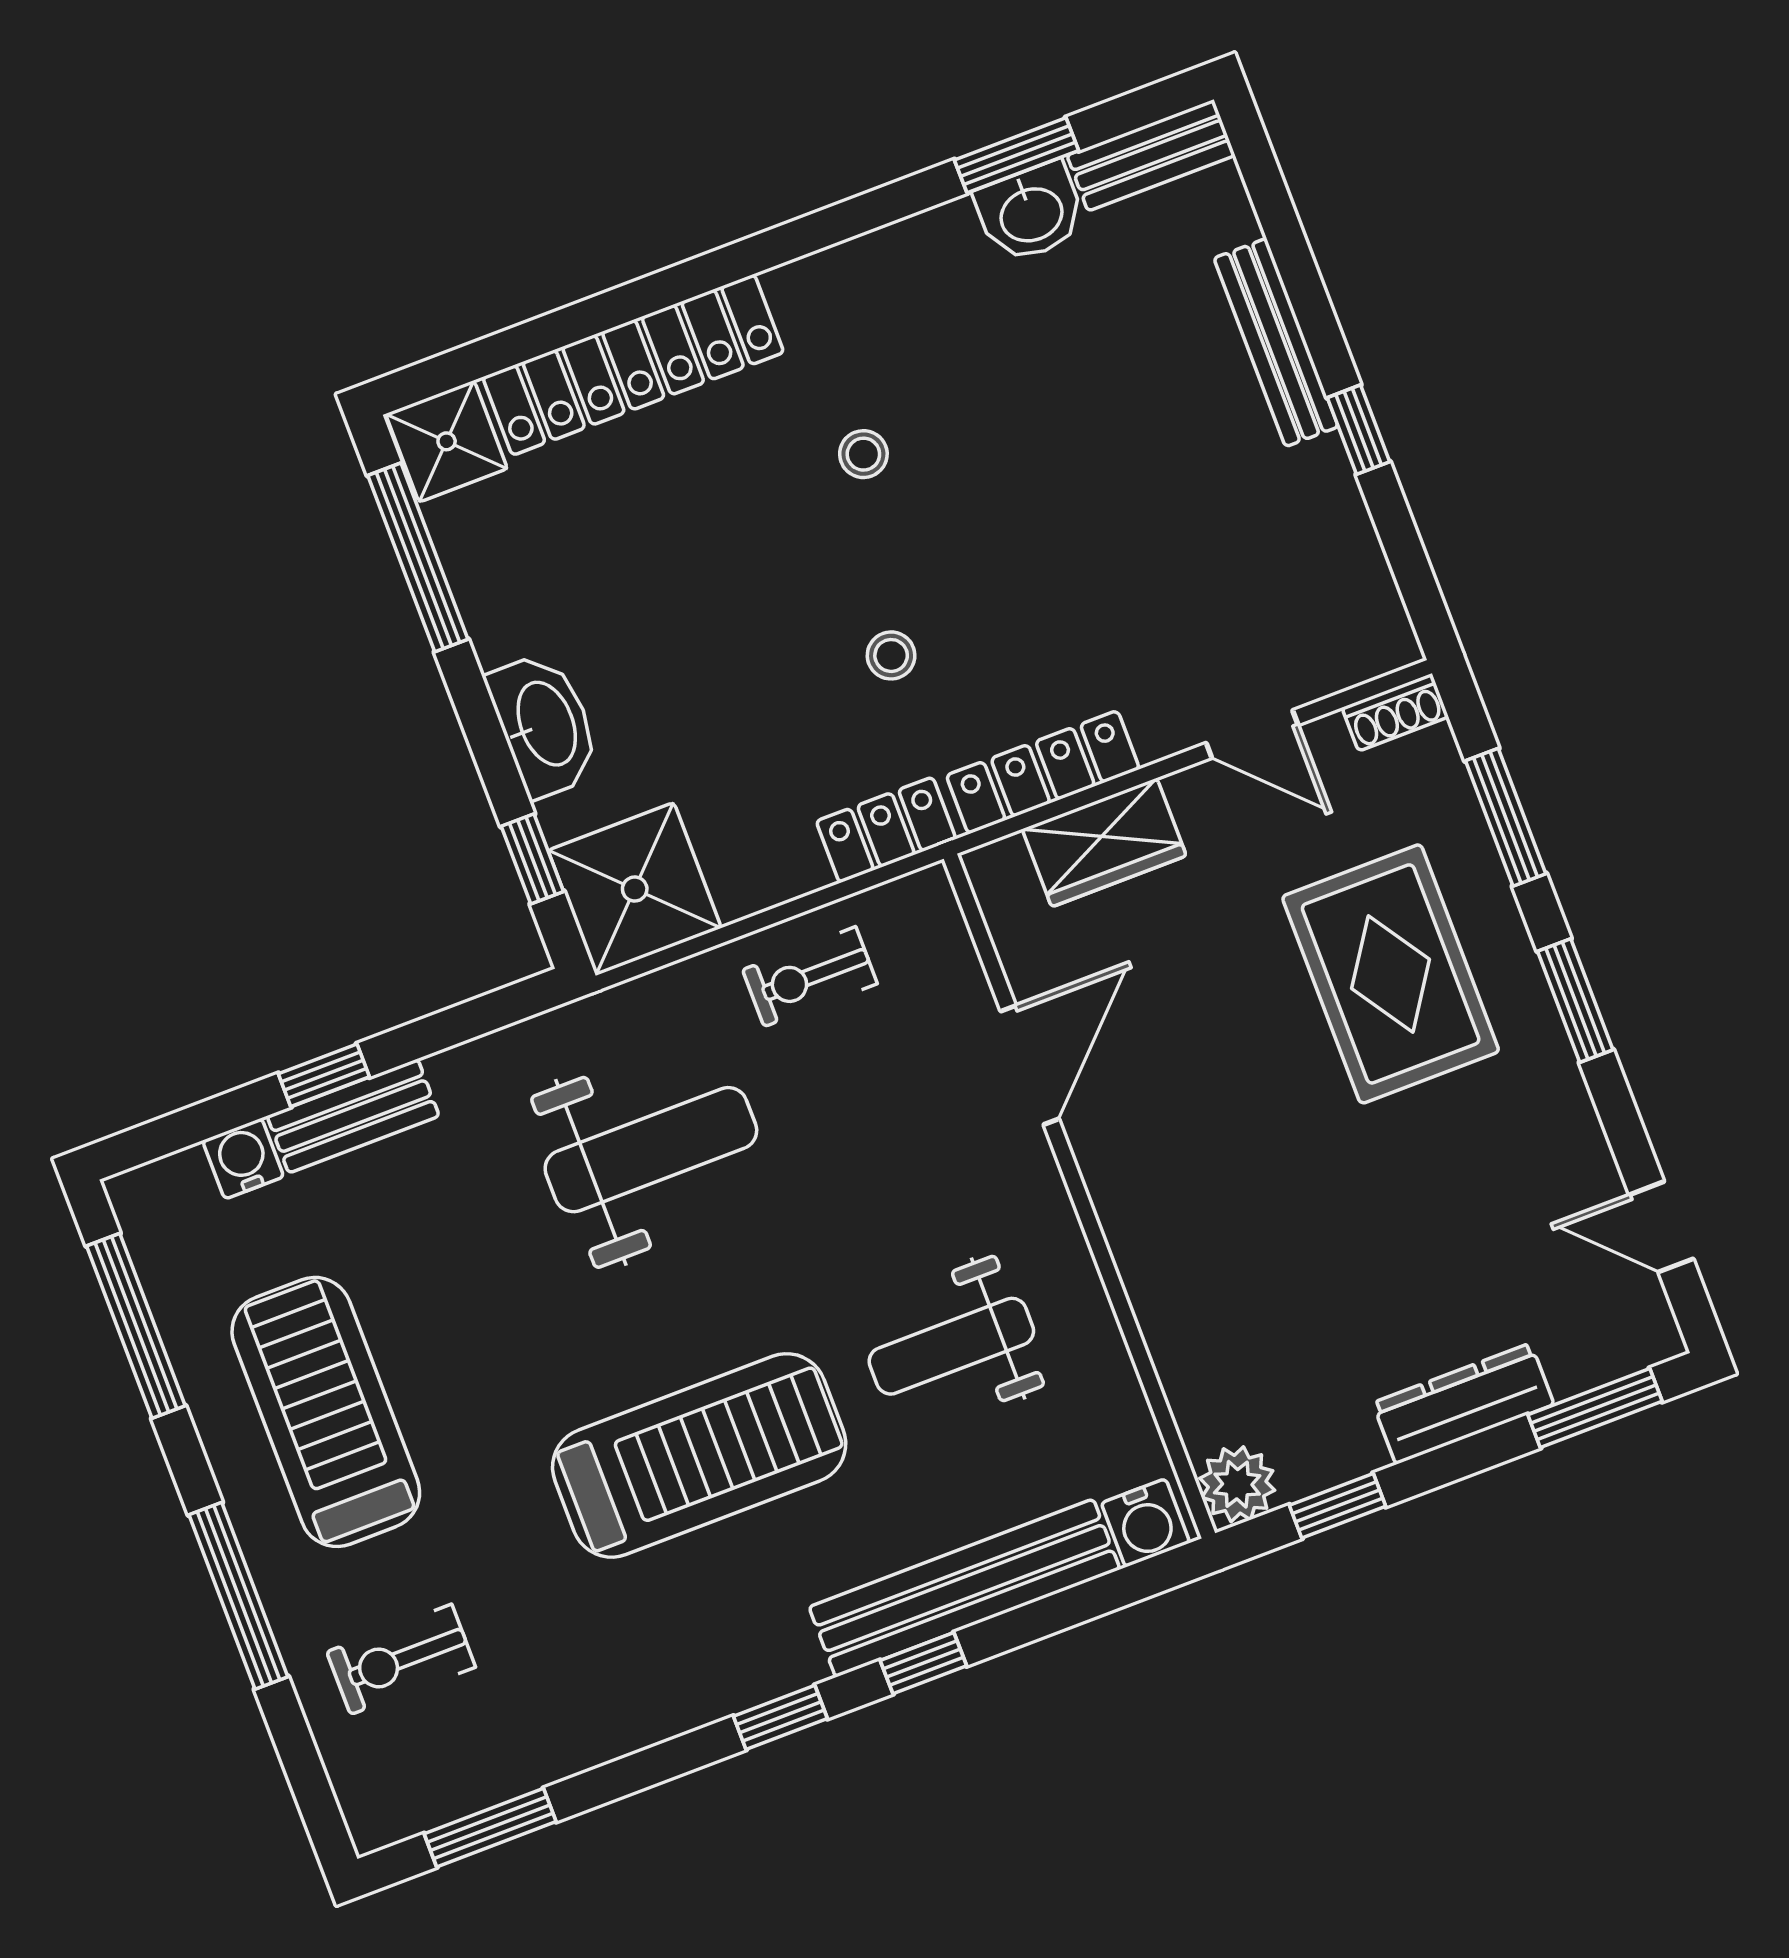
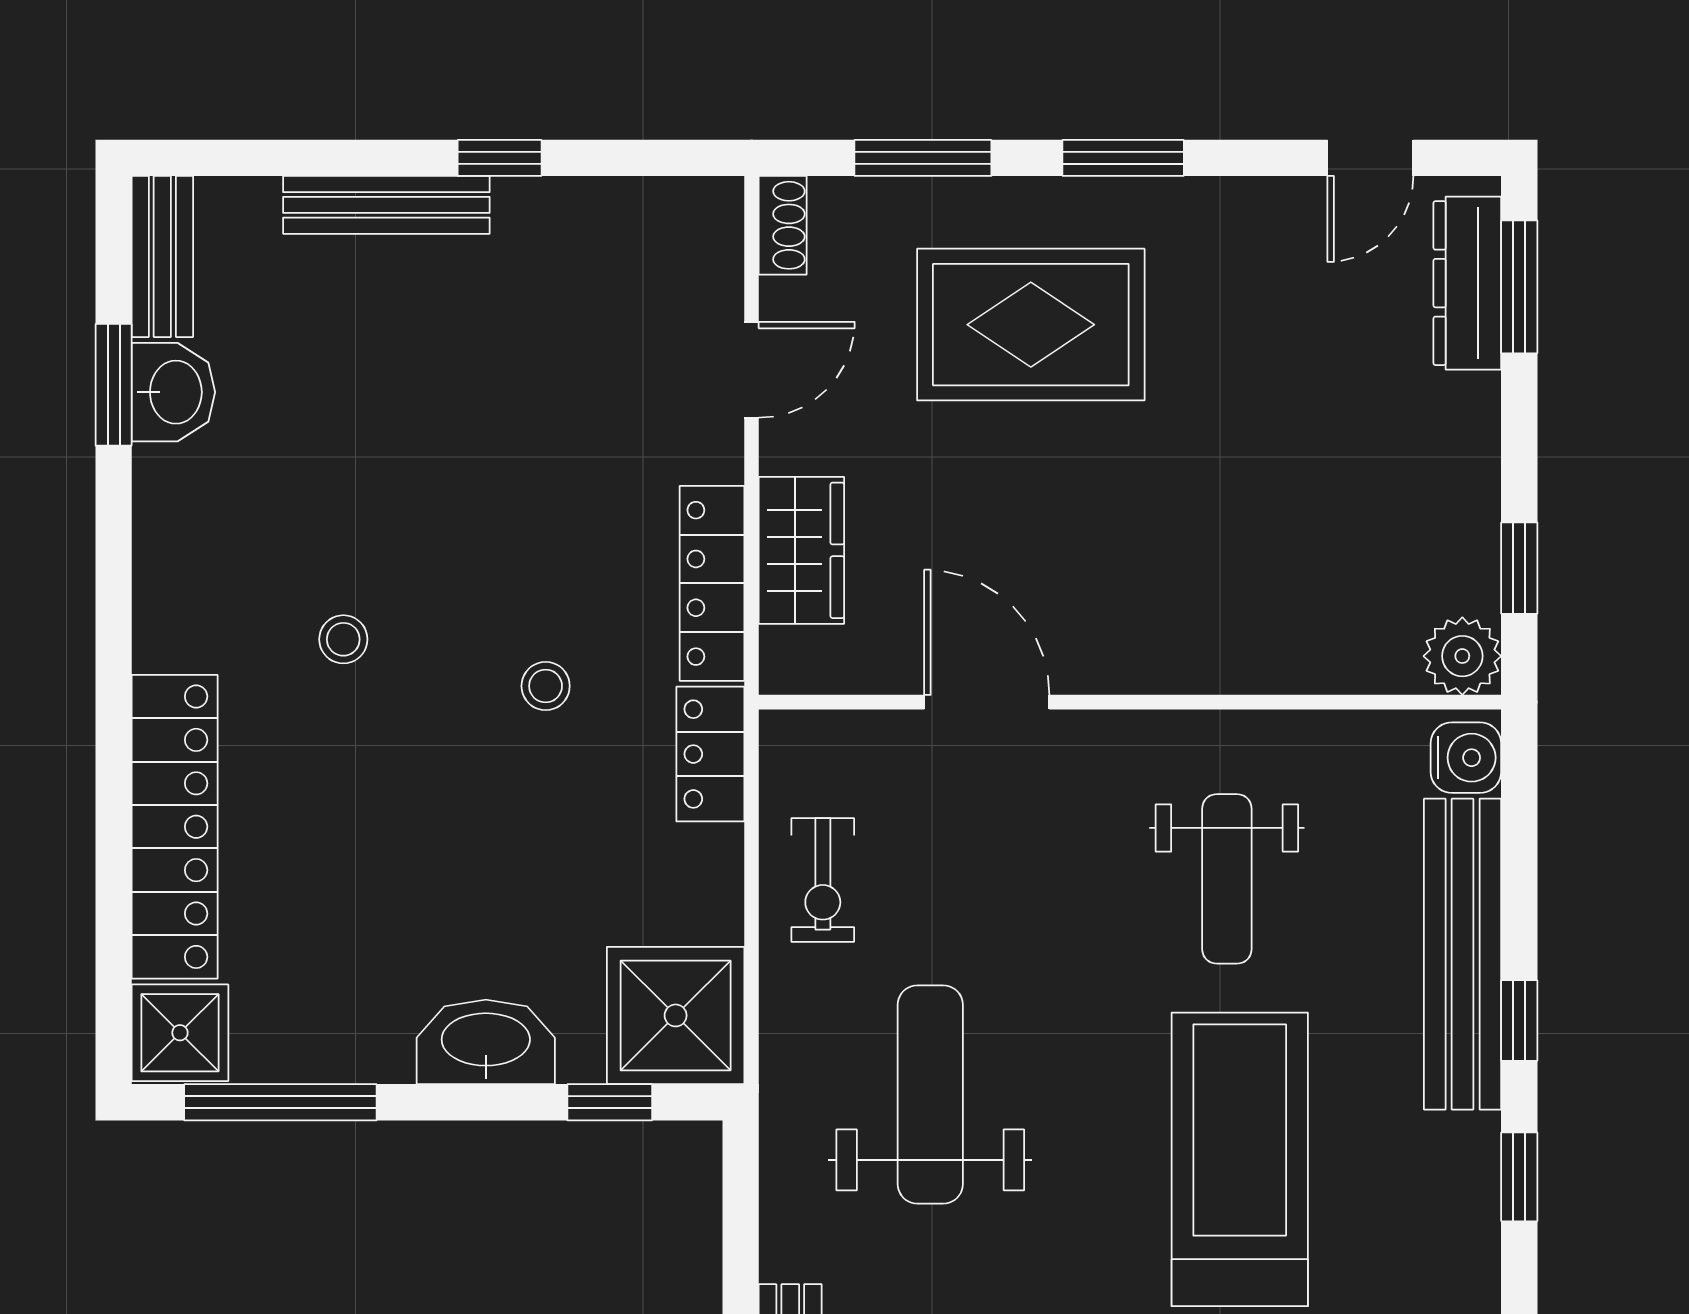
dresser: (1463, 1404) -> (1467, 283), moved

